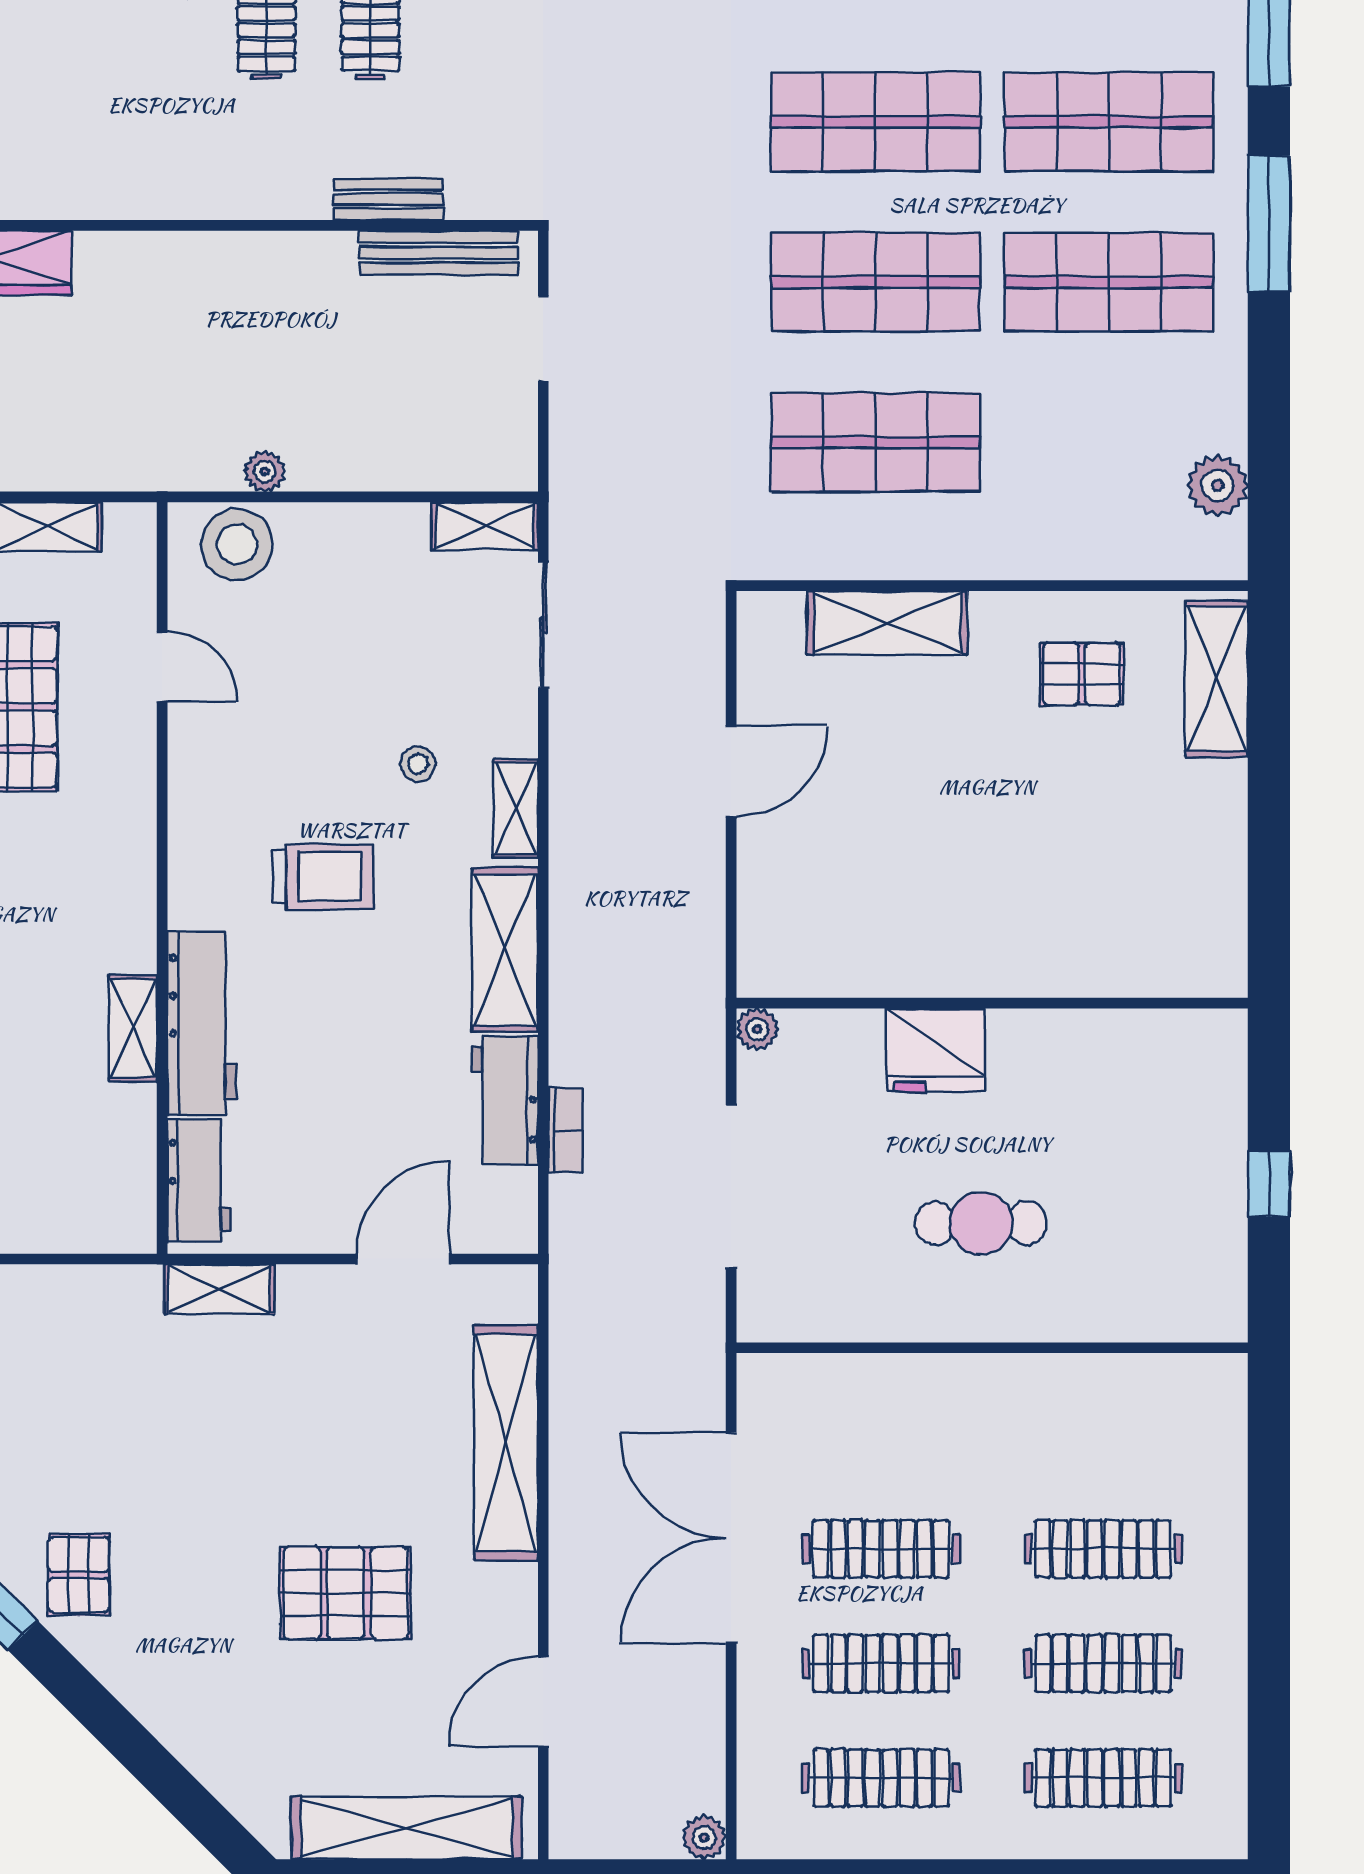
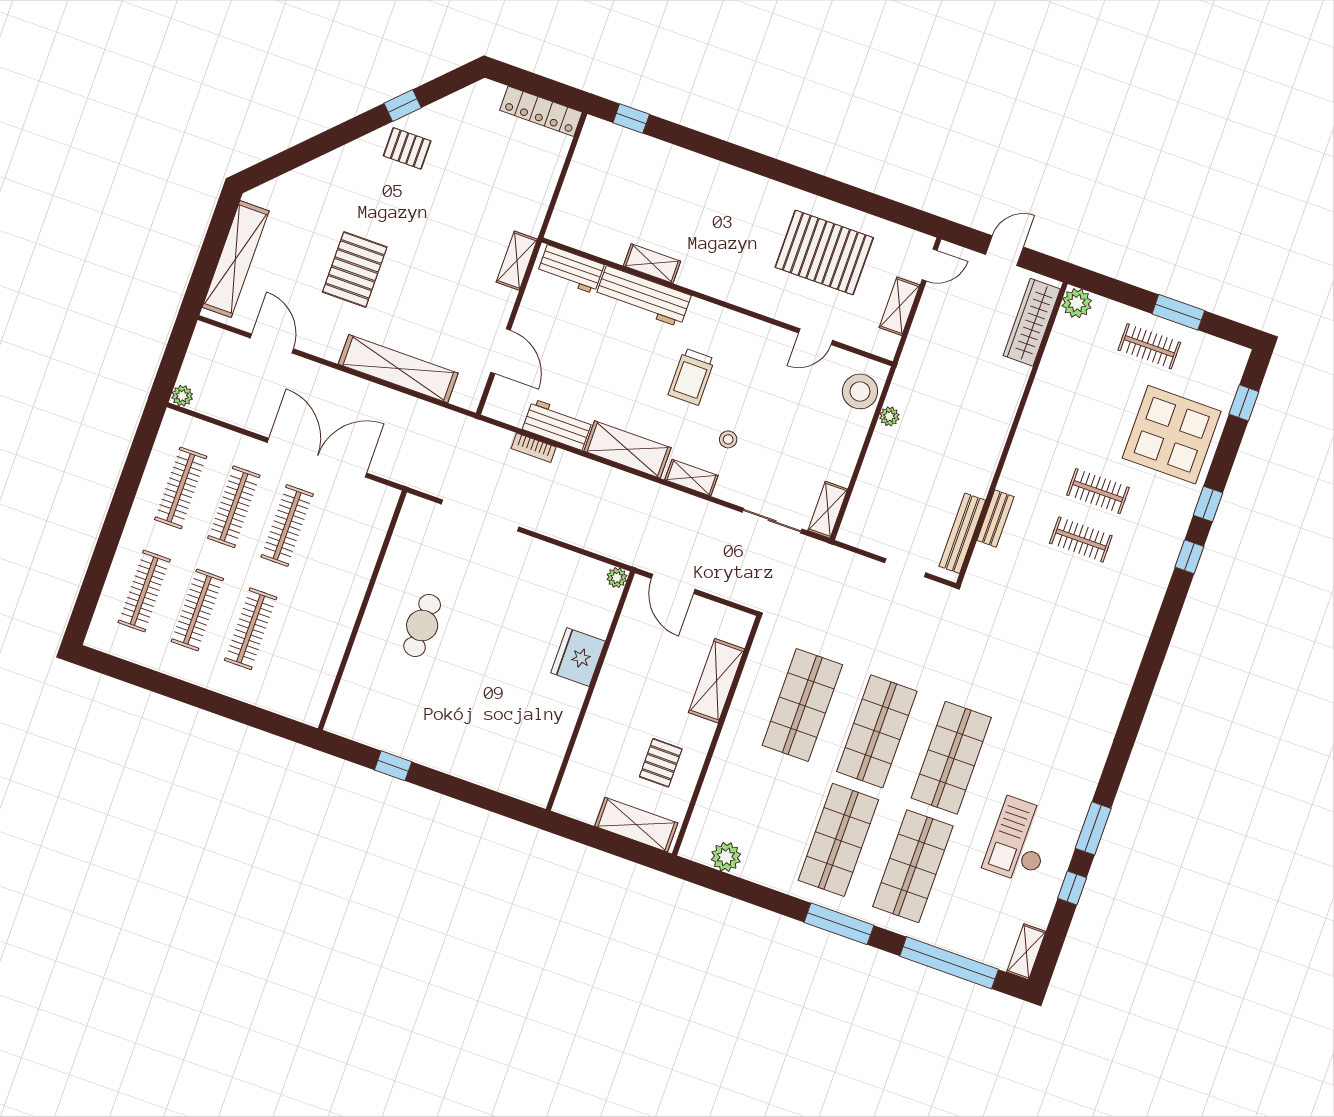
wall: (992, 1003) -> (590, 691), moved
plant: (757, 1029) -> (617, 578), moved
fridge: (936, 1050) -> (578, 657), moved

